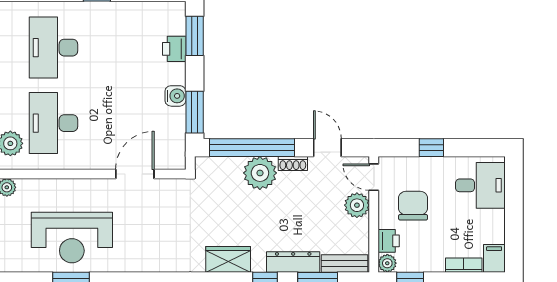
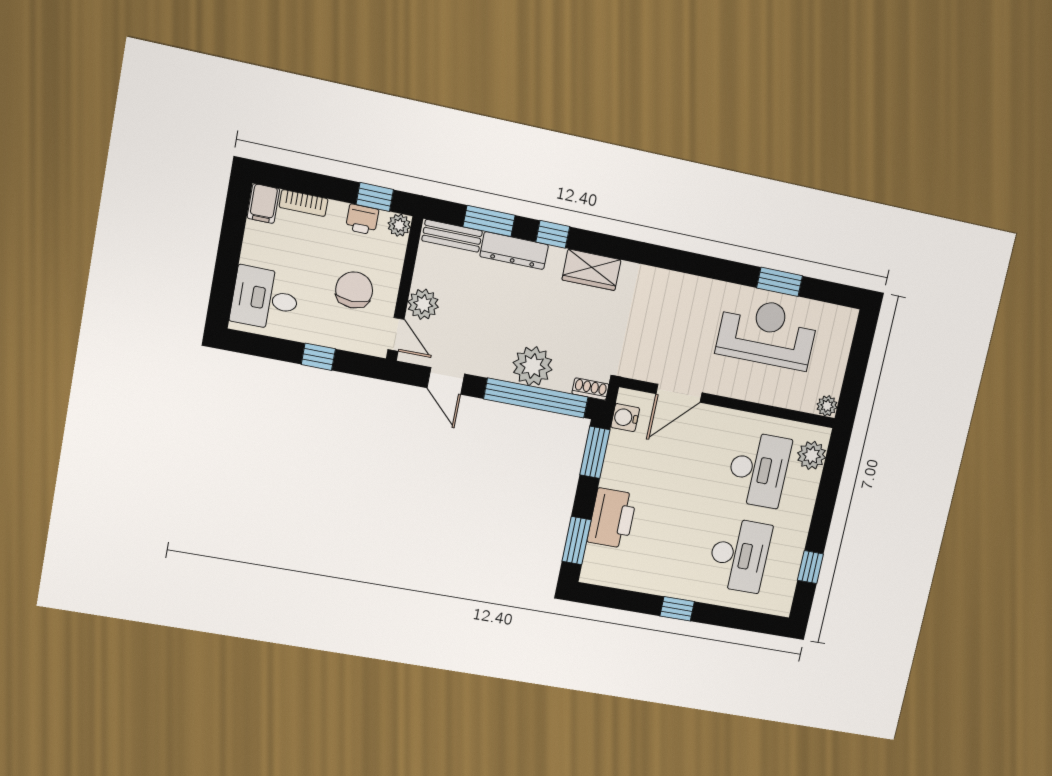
printer: (174, 49) -> (612, 518), width x1.87, depth x1.48
water cooler: (175, 96) -> (625, 418), moved
shoe rack: (293, 163) -> (590, 389), moved
chair: (413, 206) -> (354, 290), turned 180
printer: (389, 241) -> (362, 219), moved, turned -90

